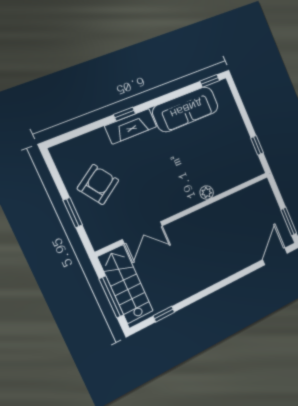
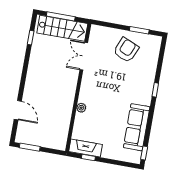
fireplace: (131, 126) -> (86, 148), moved, turned 90
armchair: (98, 184) -> (126, 50), turned -123
window: (73, 213) -> (139, 30), moved
door: (275, 256) -> (18, 110), moved

